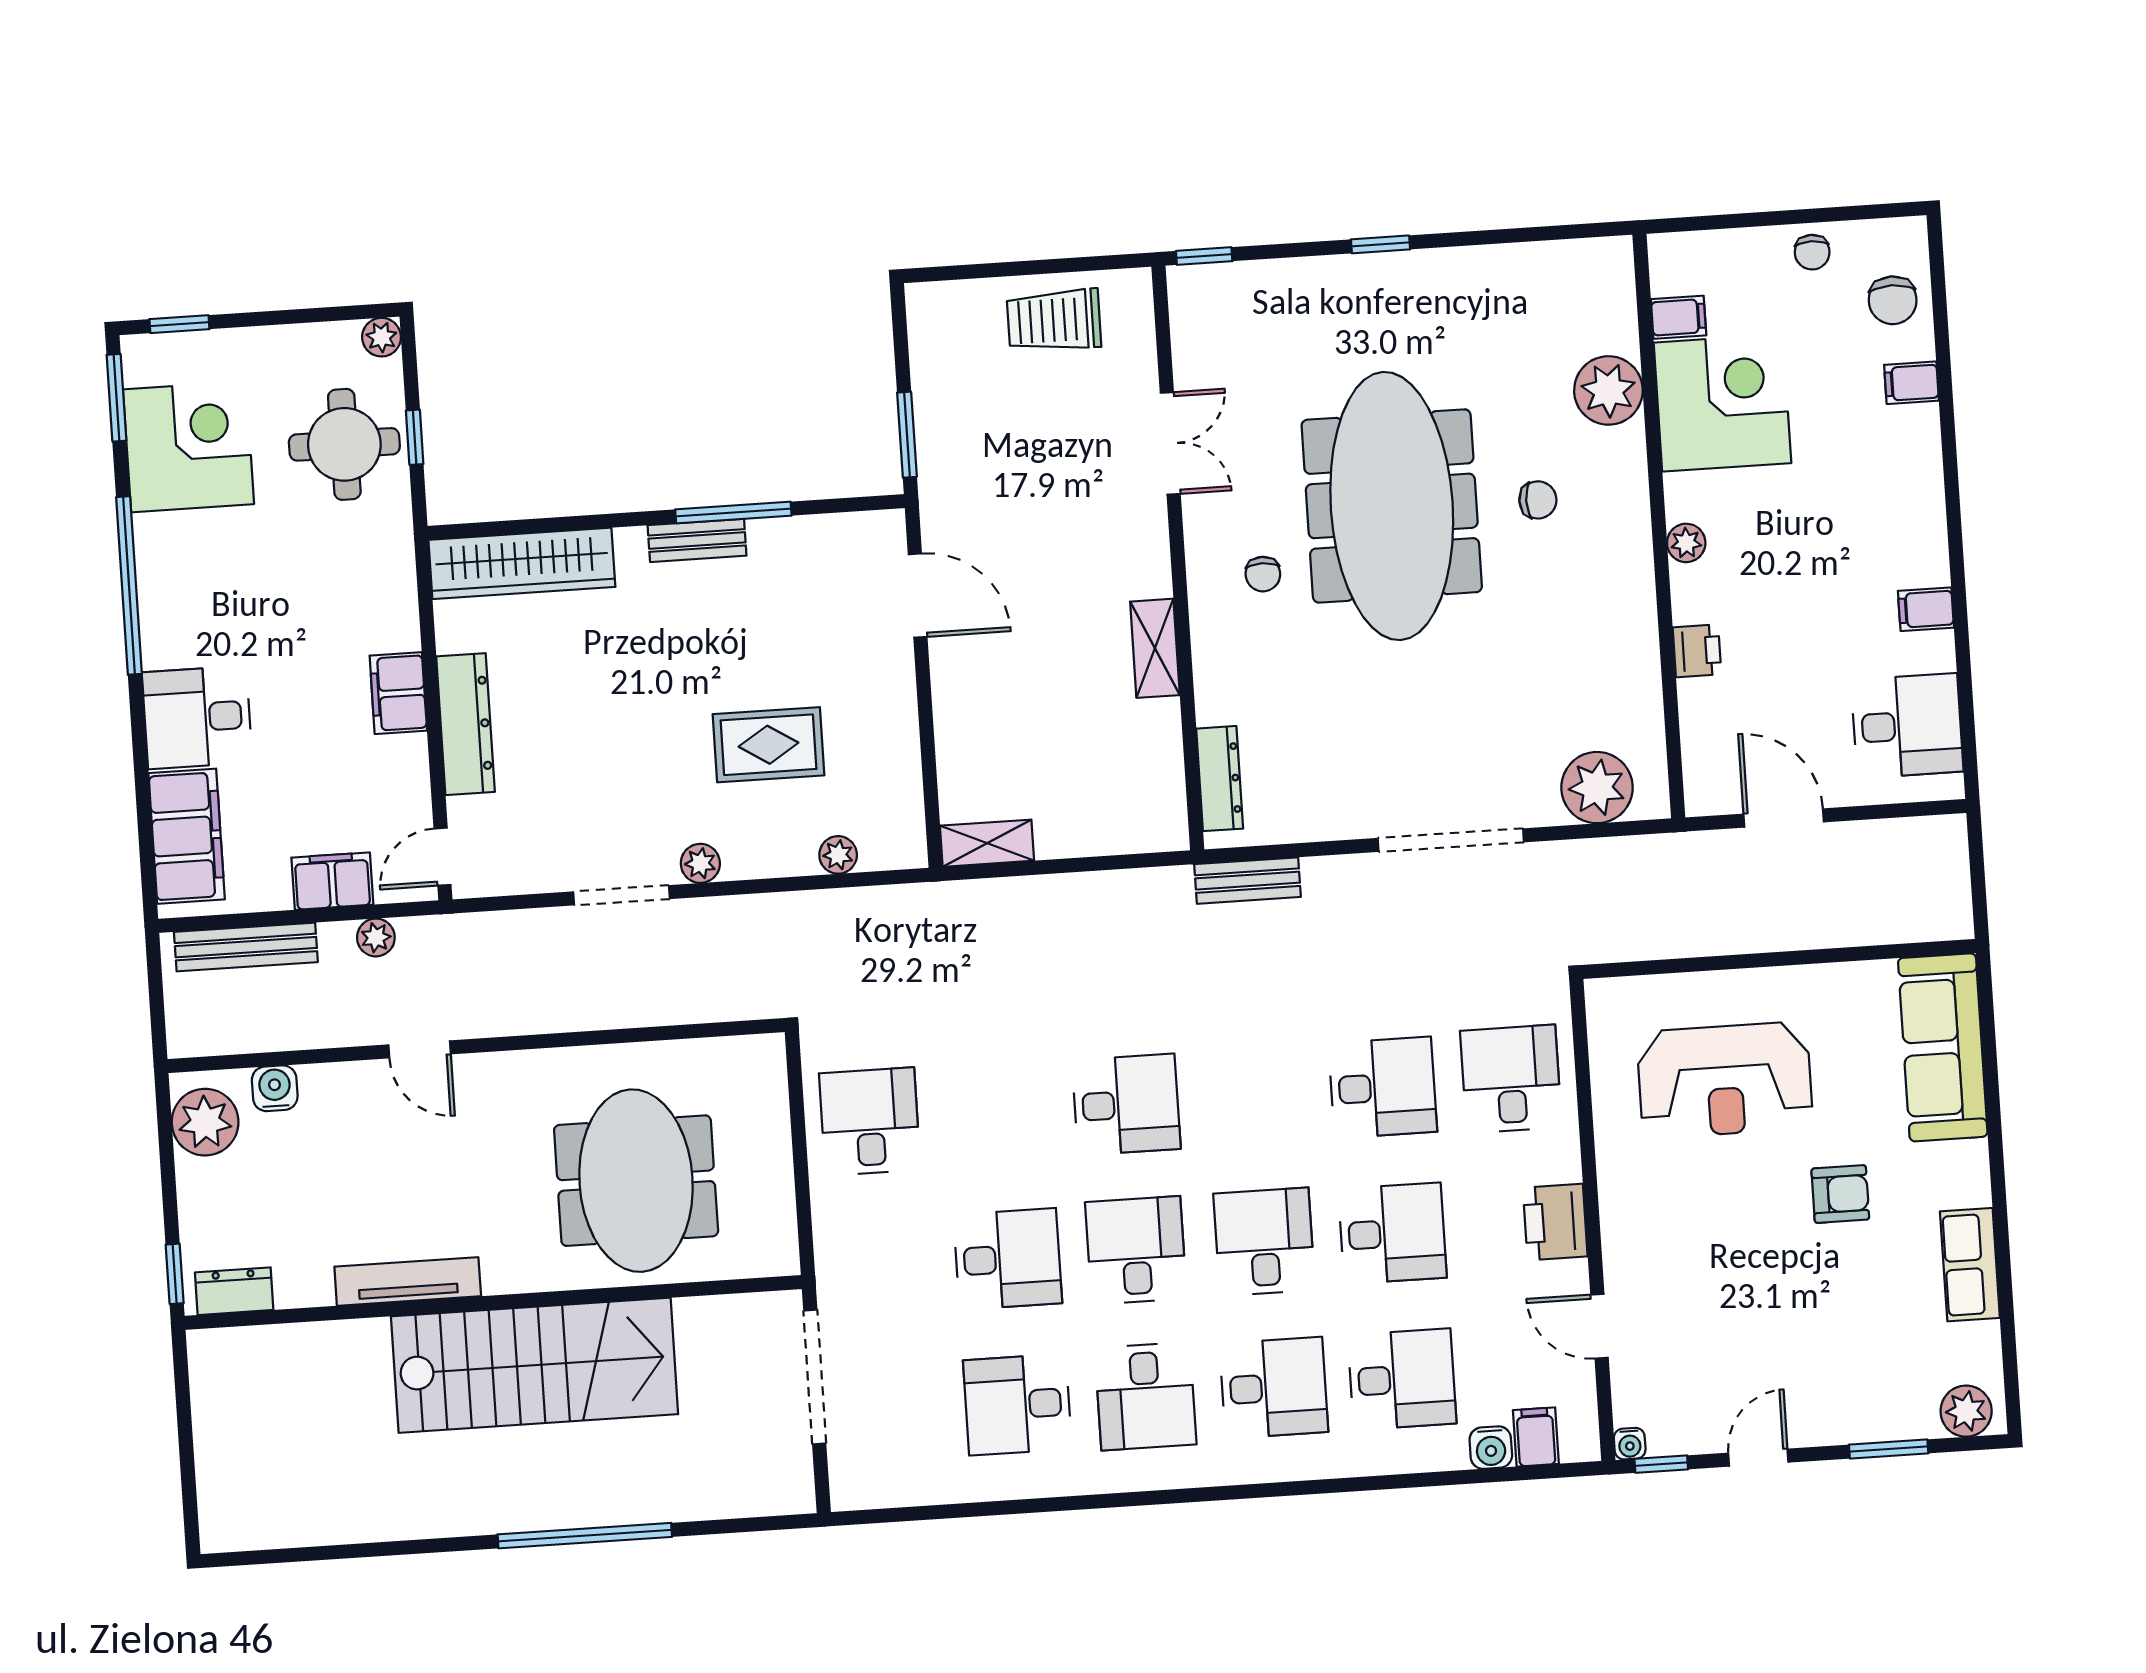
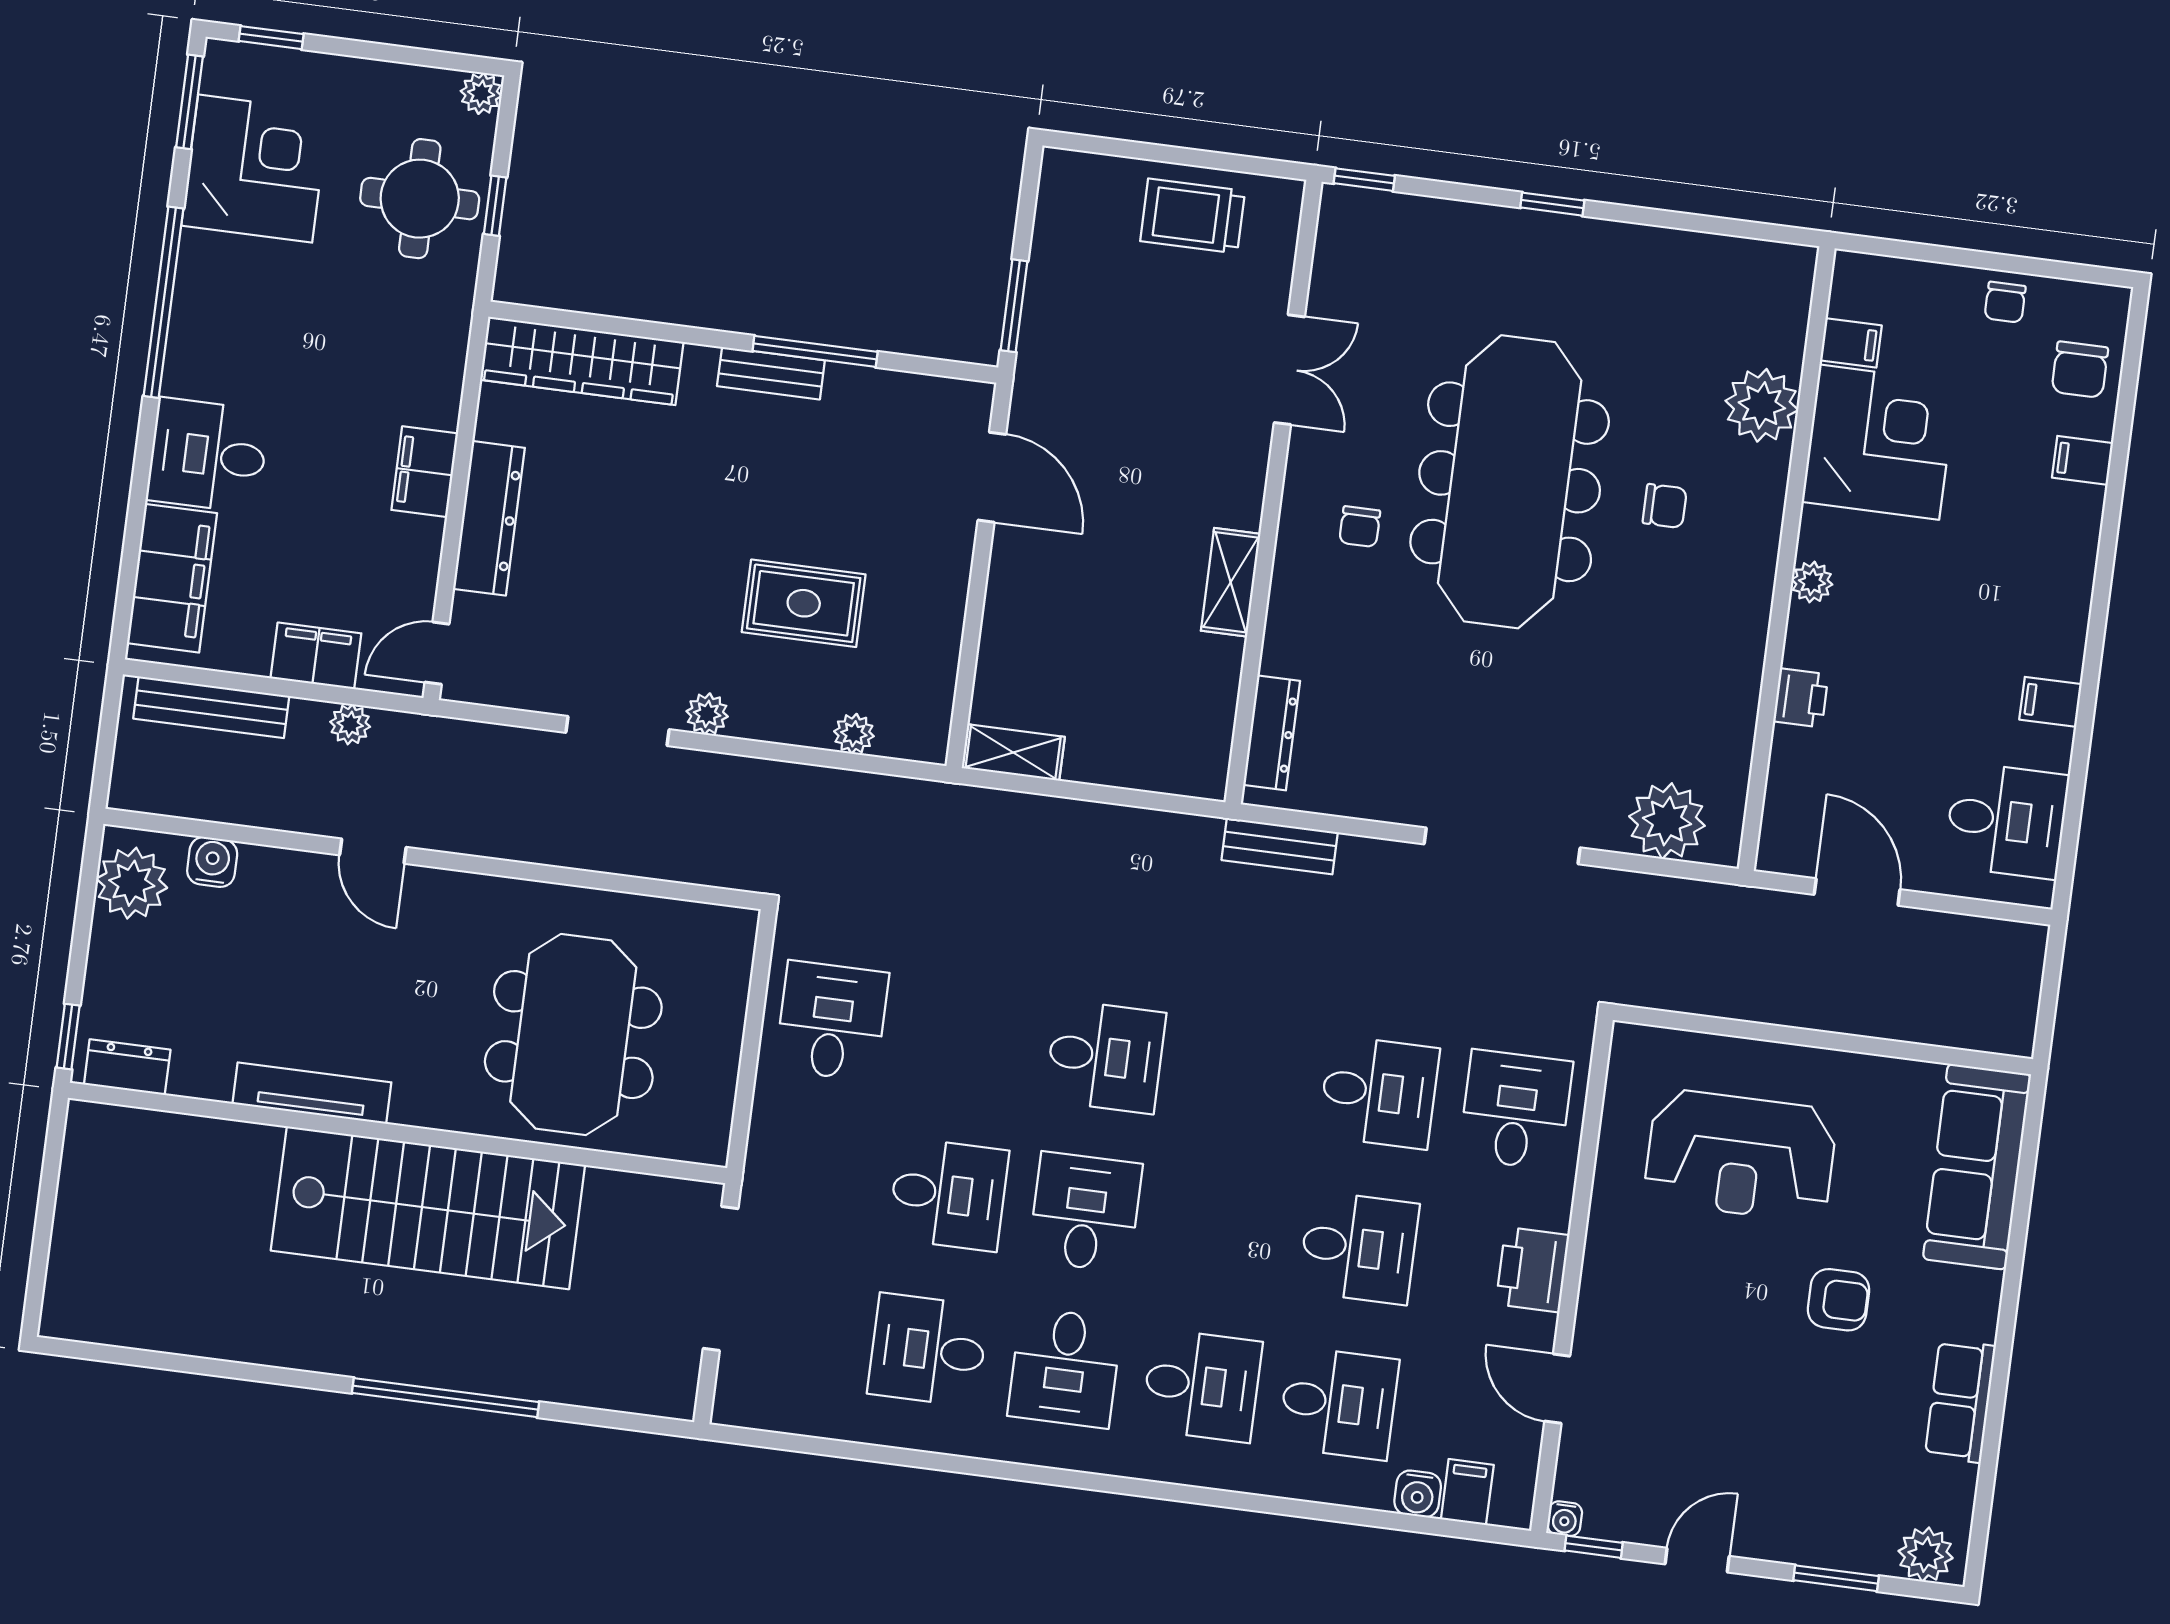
desk: (1264, 1242) -> (1222, 1230), removed

